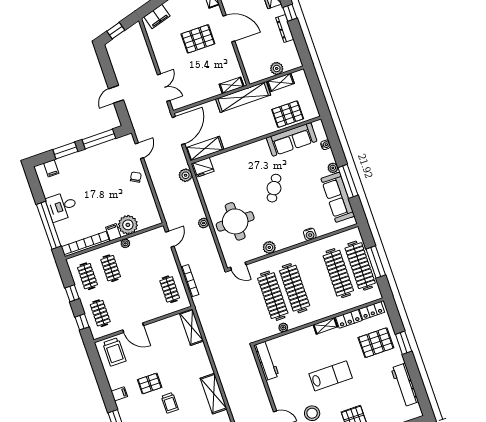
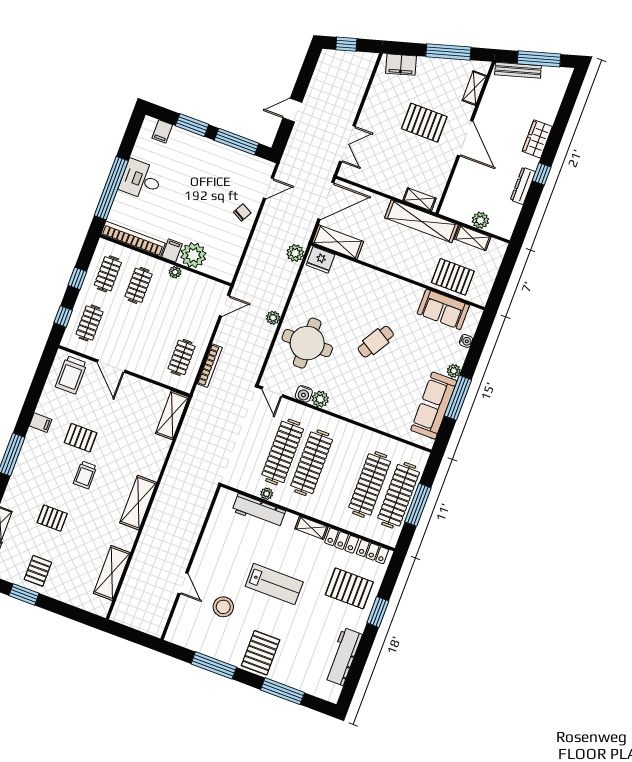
sofa: (292, 139) -> (443, 309), width x0.73
water cooler: (310, 234) -> (304, 394), moved
workbench: (266, 361) -> (259, 511), moved, turned 90

